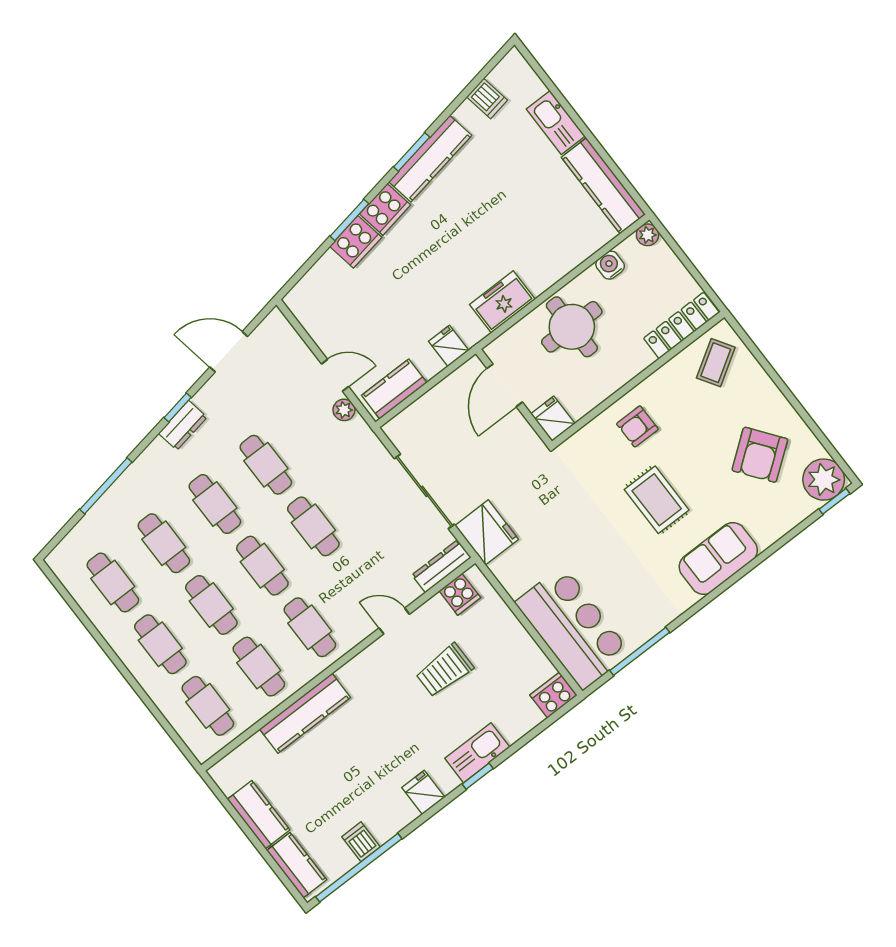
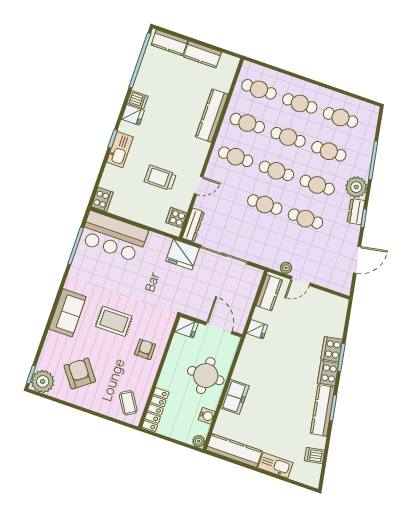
freezer: (502, 302) -> (235, 397), moved
plant: (158, 462) -> (356, 187), added
trolley: (445, 670) -> (160, 178), turned -90
dishwasher: (361, 842) -> (137, 100), moved

